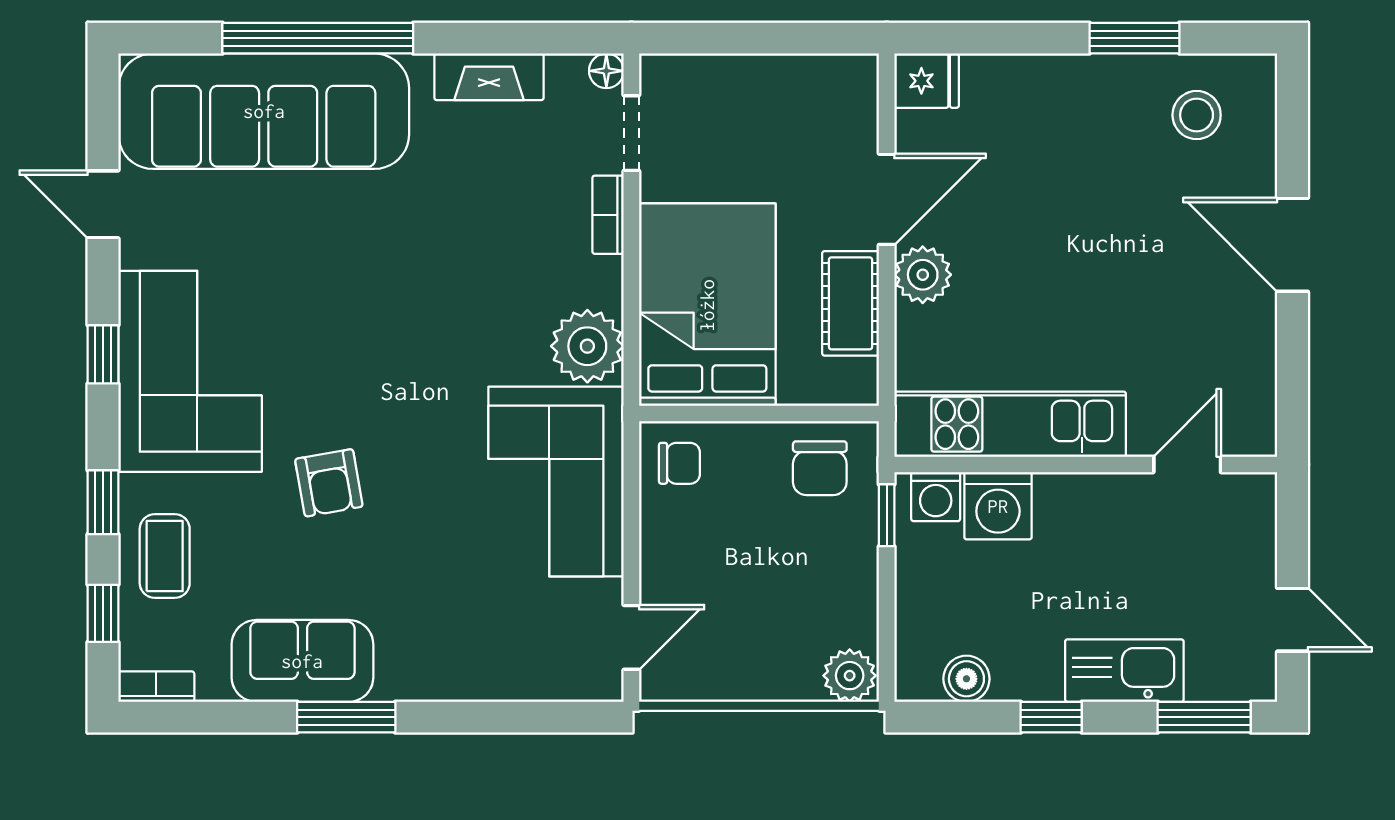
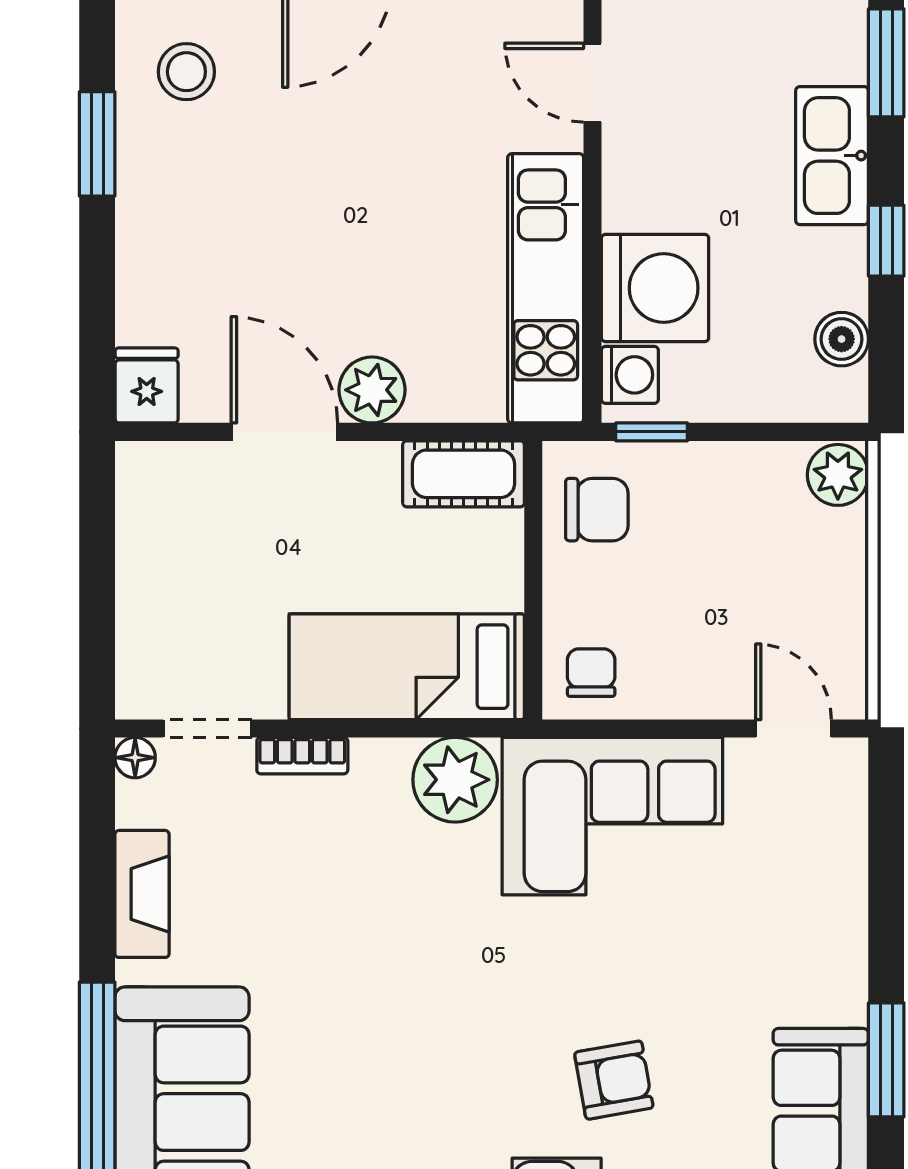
cot: (851, 303) -> (464, 474), moved
bed: (707, 305) -> (407, 667), width x0.67
washing machine: (998, 506) -> (655, 288), width x1.37, depth x1.37

